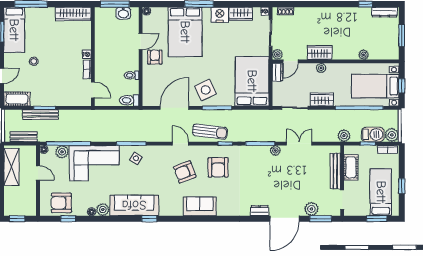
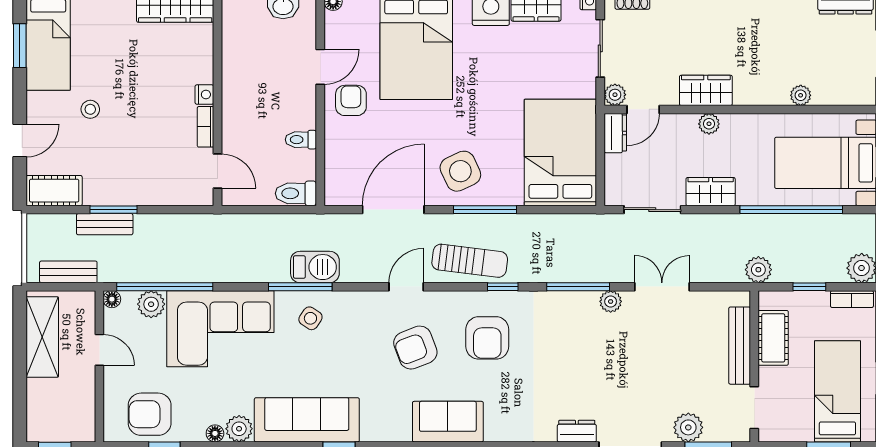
bench: (40, 115) -> (105, 224), width x0.73
barbecue: (373, 134) -> (315, 267), moved
door: (180, 144) -> (406, 287), hinge flipped

